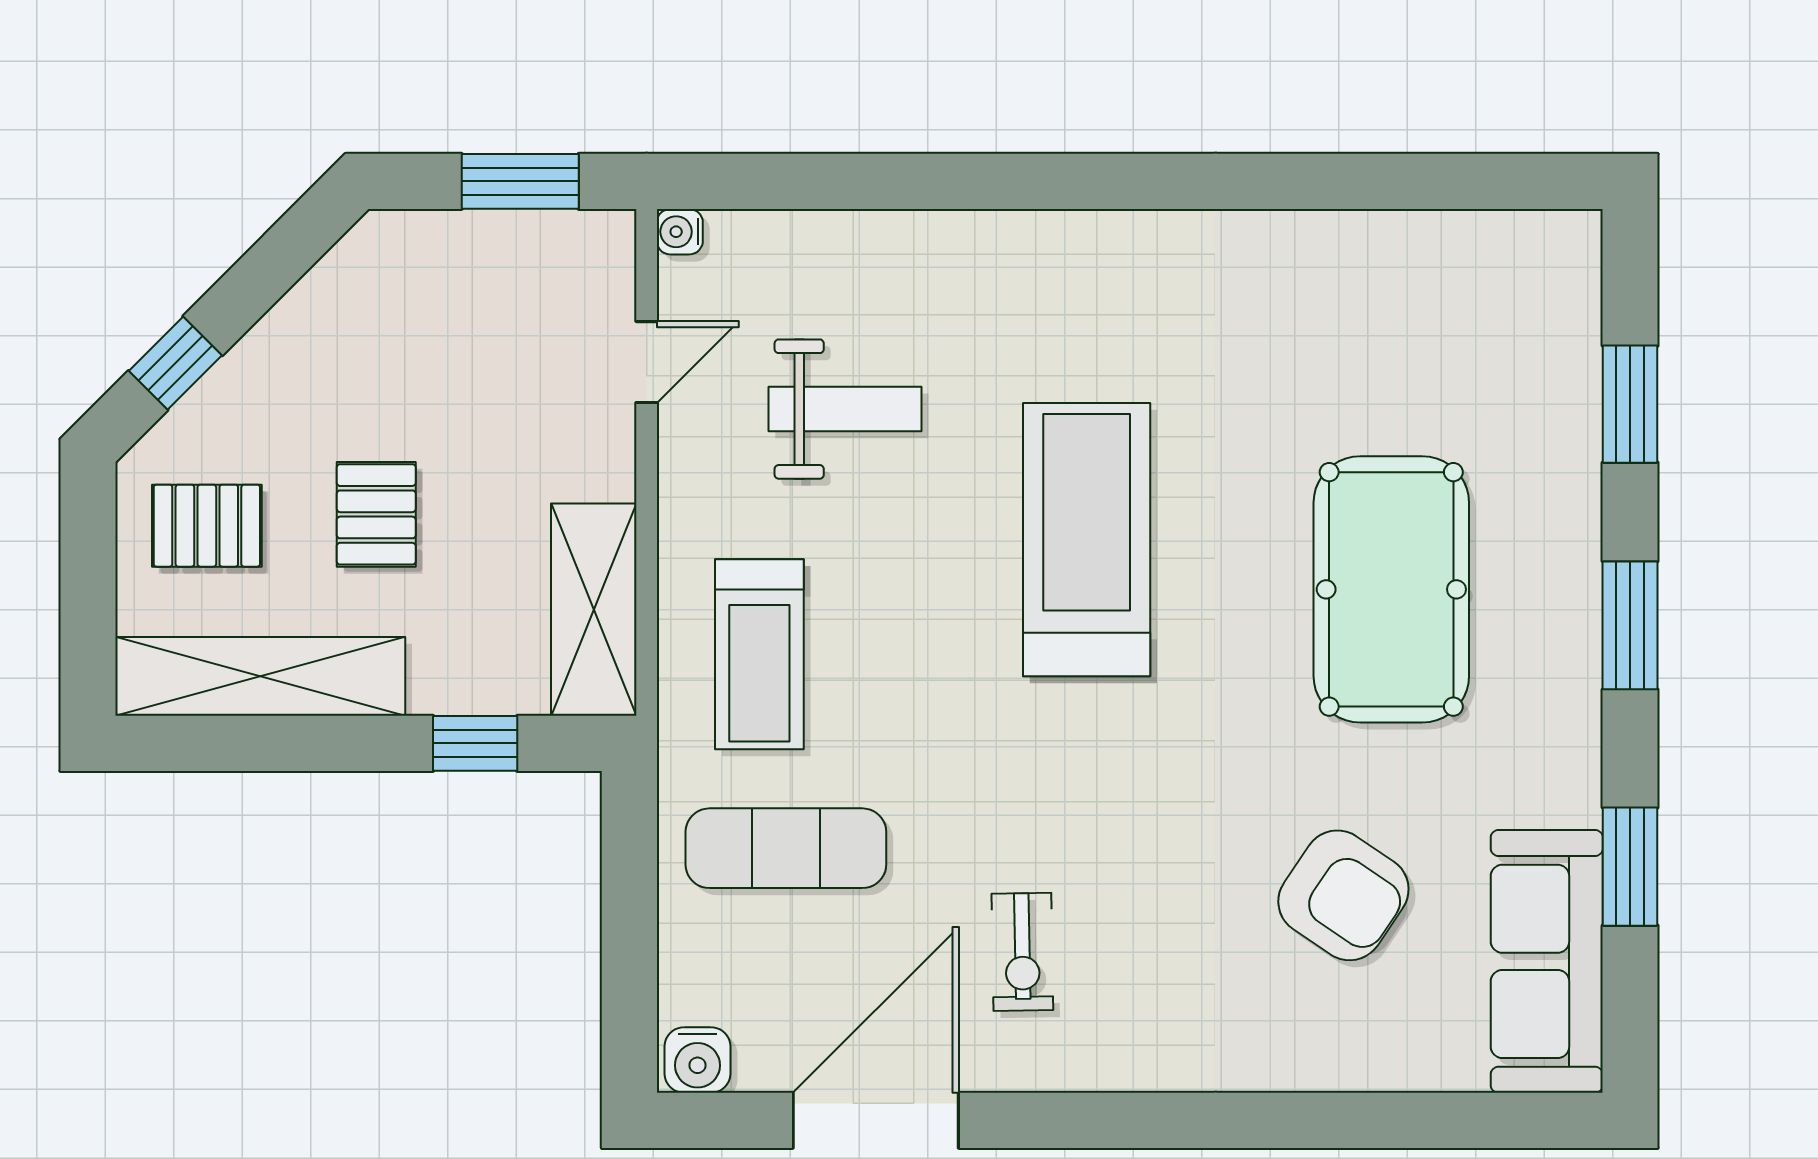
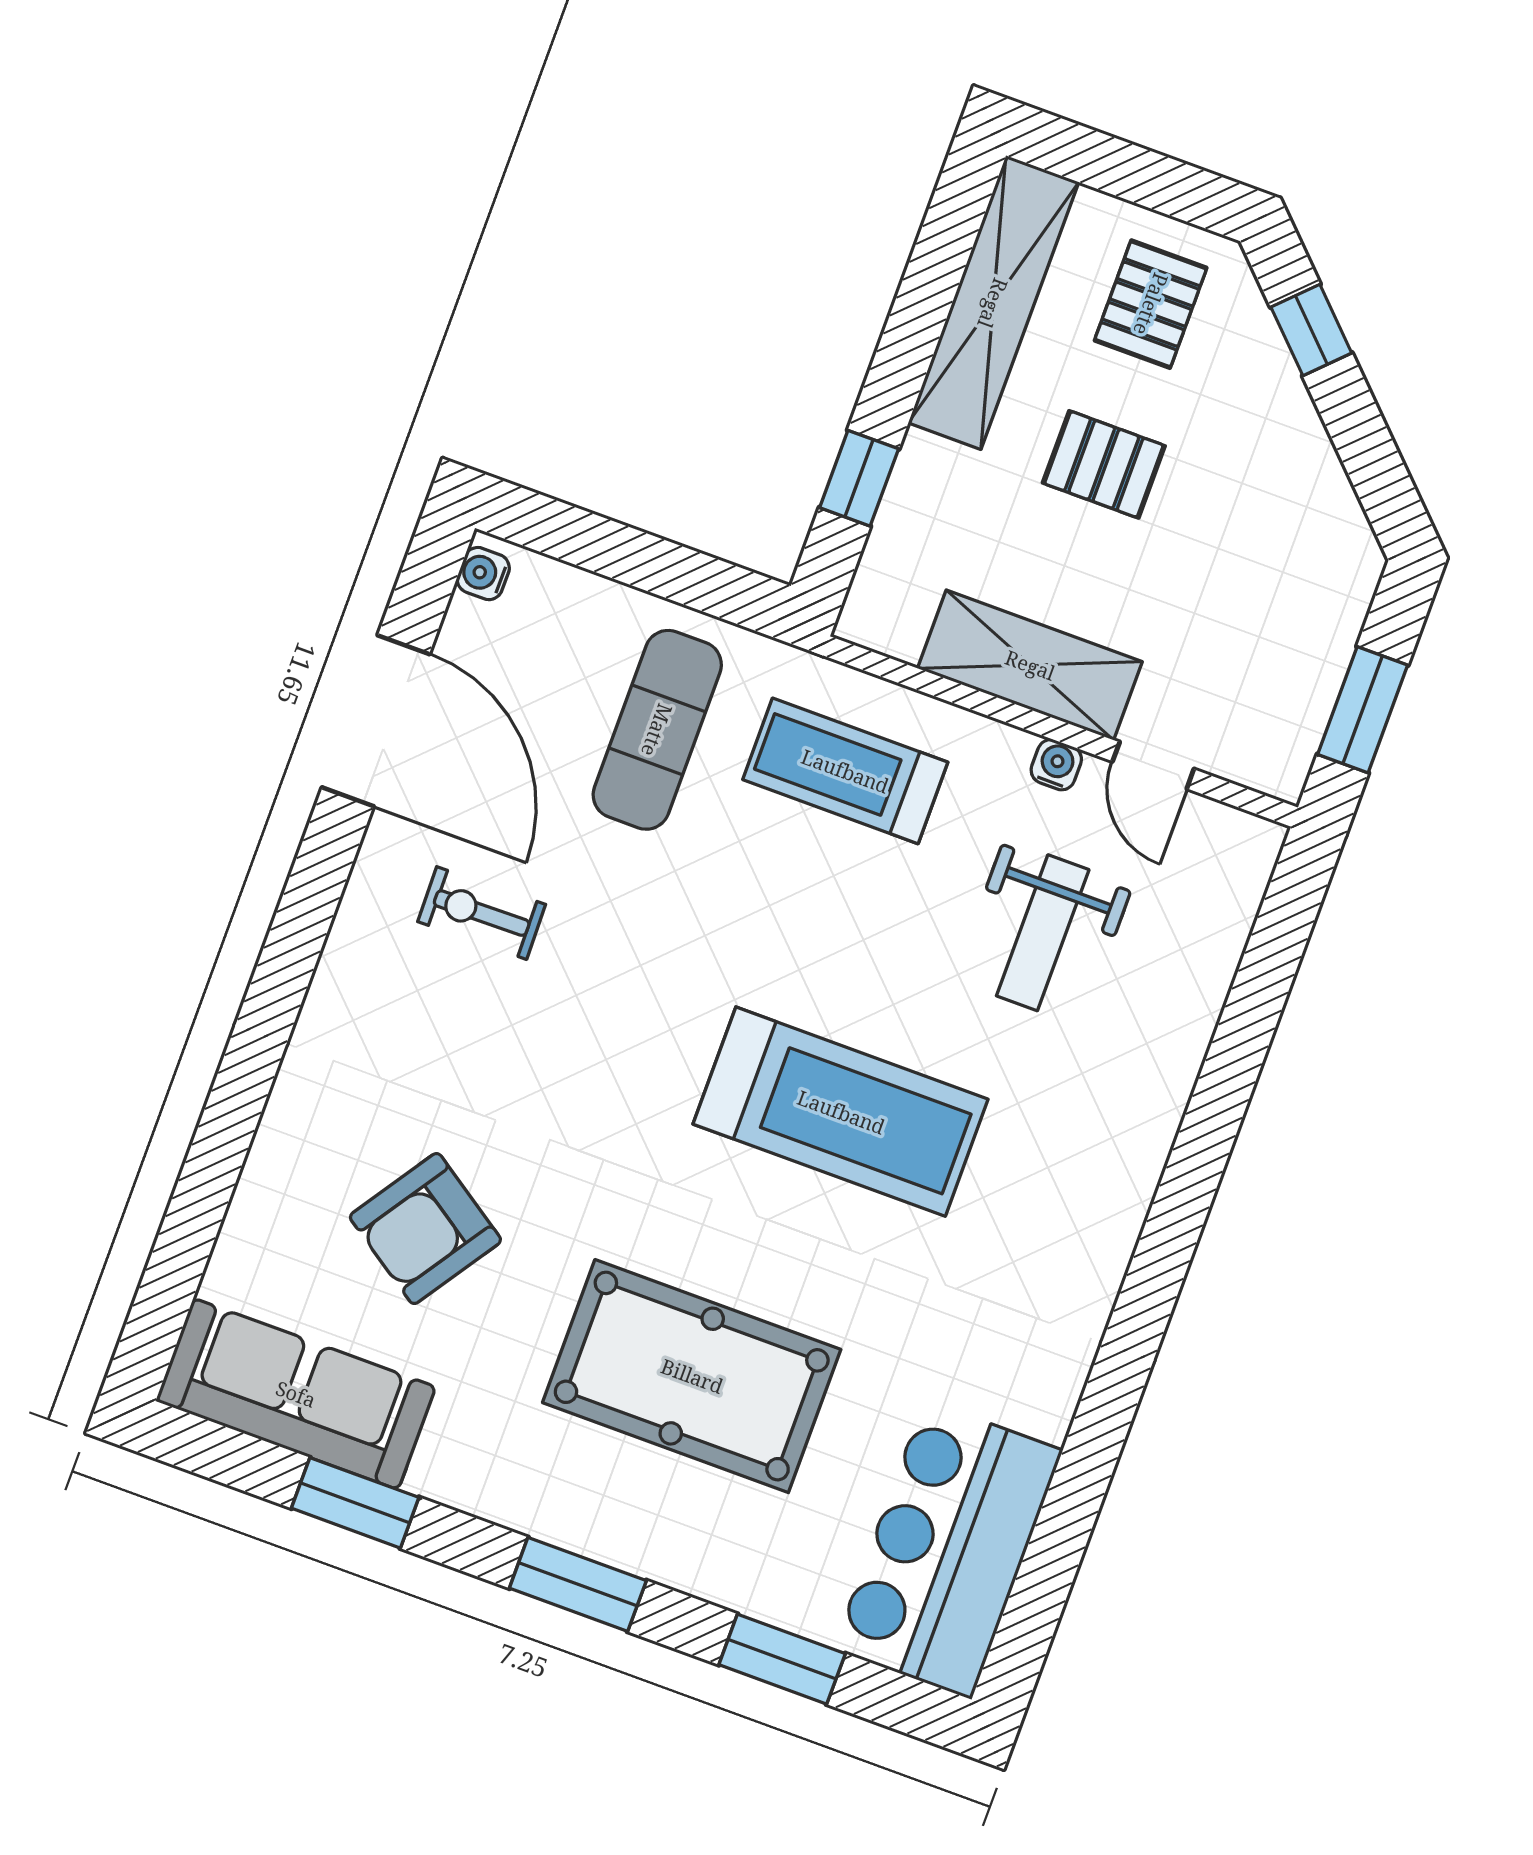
water cooler: (680, 232) -> (1056, 765), moved
bar counter: (1467, 284) -> (948, 1550), added
shelving: (594, 610) -> (1030, 665), moved
water cooler: (697, 1060) -> (483, 574), width x0.72, depth x0.72

